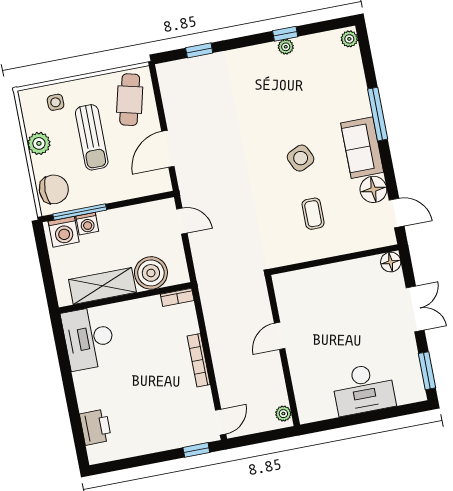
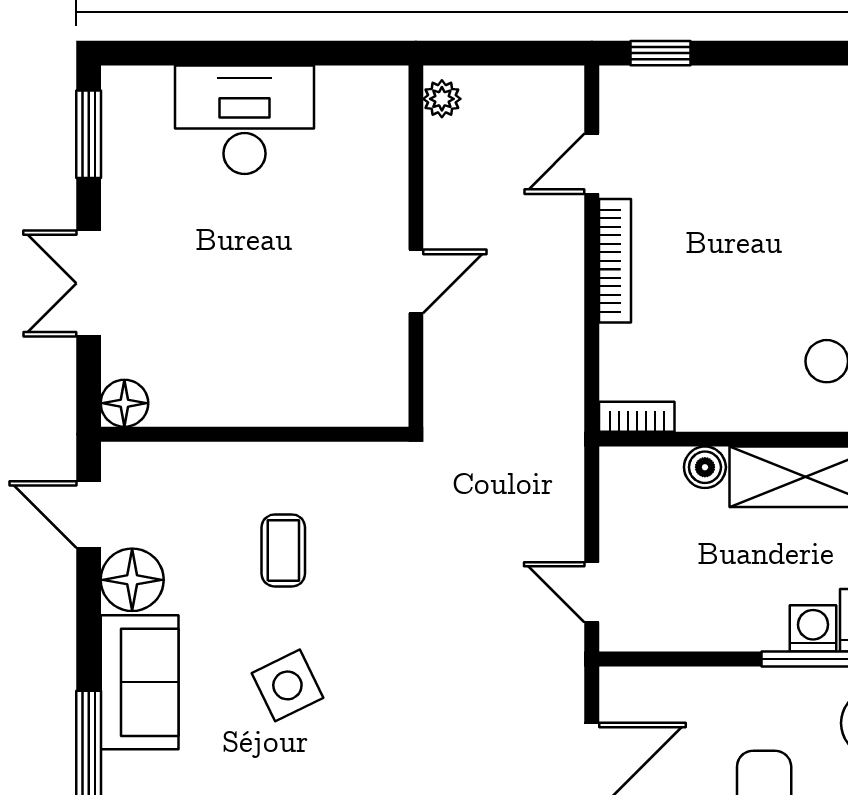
boiler: (151, 273) -> (705, 467), width x0.54, depth x0.54
door: (221, 422) -> (592, 164), moved

